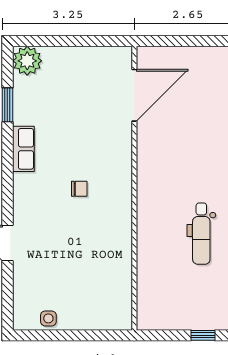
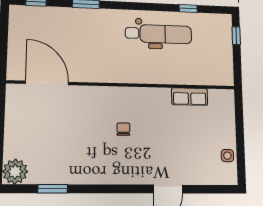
row of seats: (23, 149) -> (190, 97), moved, turned 180
dental chair: (201, 234) -> (159, 34), width x1.36, depth x1.38

